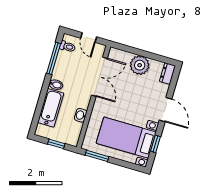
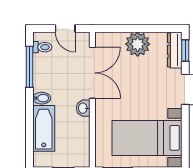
dresser: (167, 74) -> (175, 50), width x1.44
washbasin: (81, 115) -> (83, 108), moved
window: (155, 144) -> (185, 50), moved

